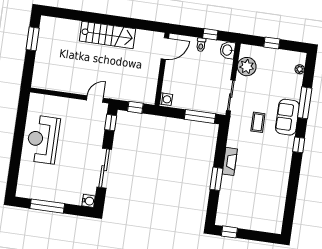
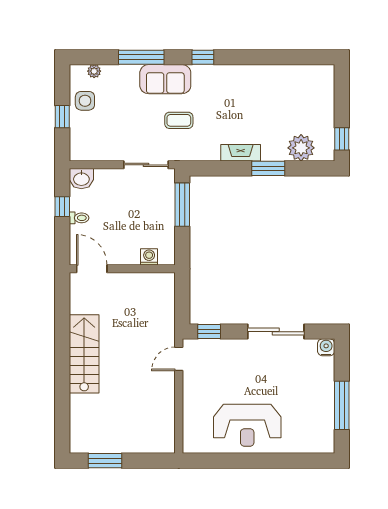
side table: (280, 60) -> (85, 101), added
plant: (247, 67) -> (301, 148), moved
door: (95, 99) -> (179, 359), hinge flipped
washing machine: (166, 99) -> (149, 257), moved
window: (135, 107) -> (182, 299), removed

